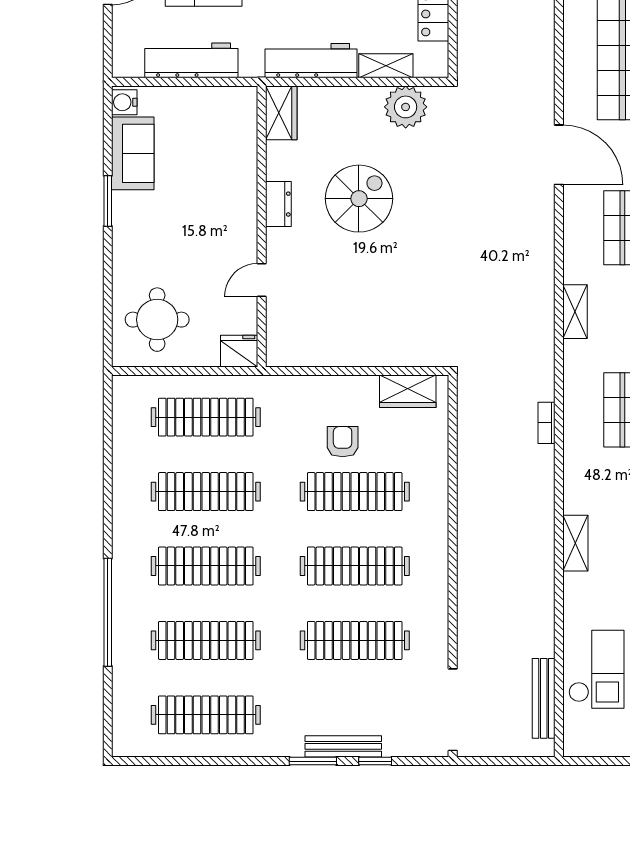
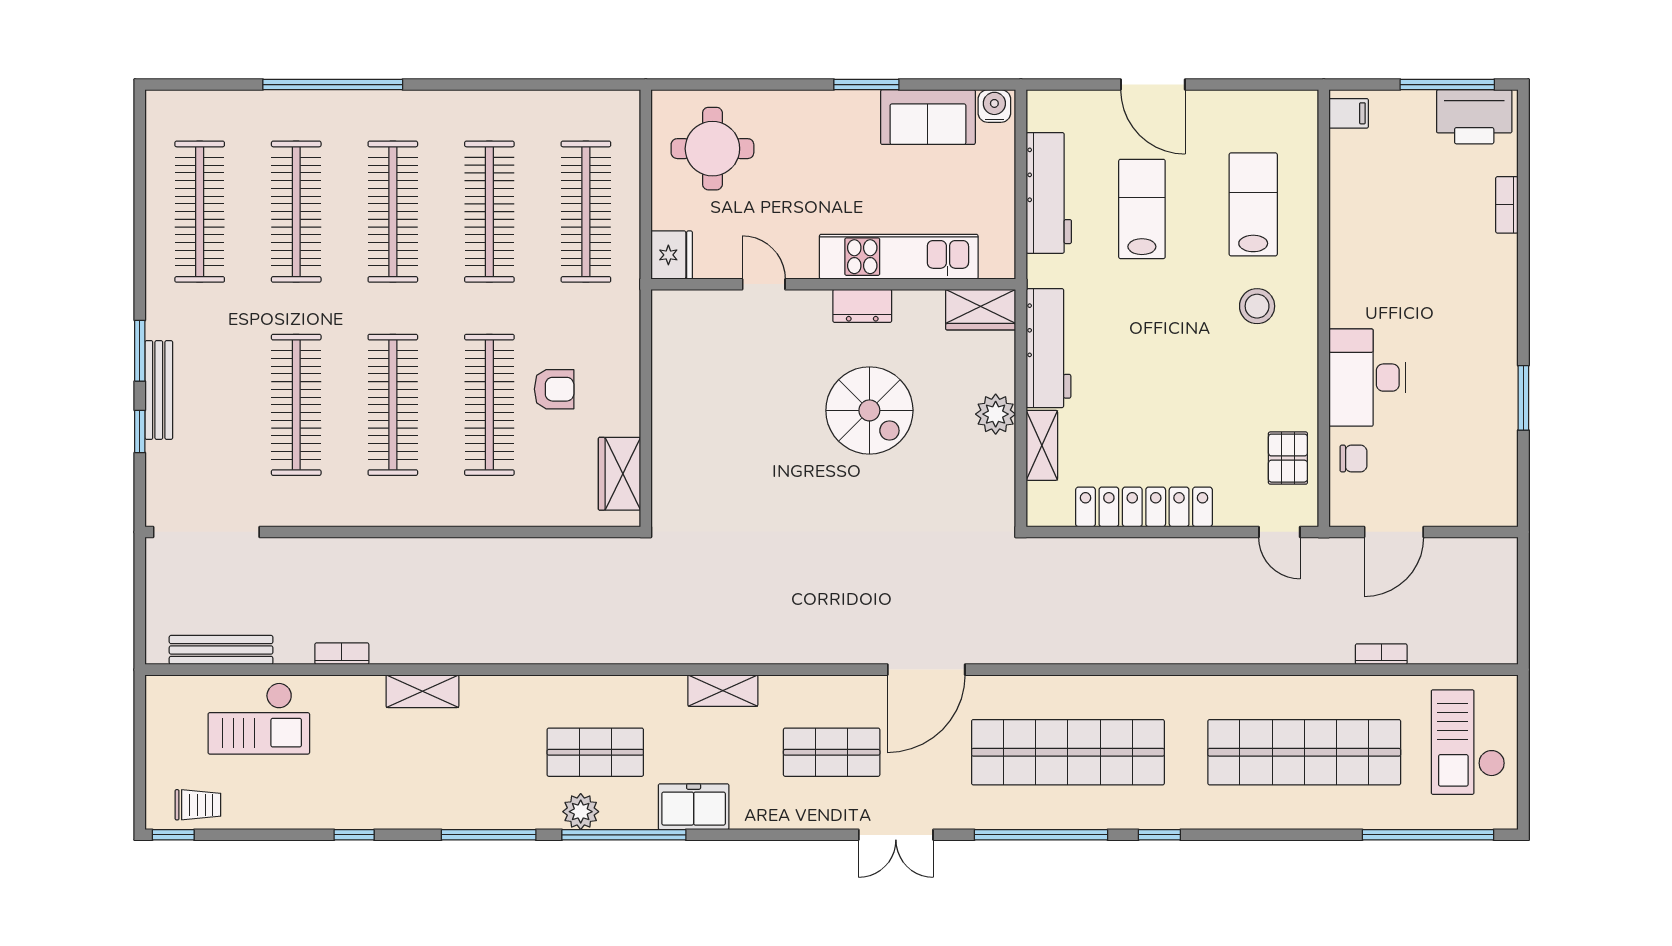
plant: (406, 107) -> (996, 414), moved, width x0.73, depth x0.73
kitchen unit: (240, 176) -> (899, 257), added
bookcase: (546, 423) -> (342, 654), moved

